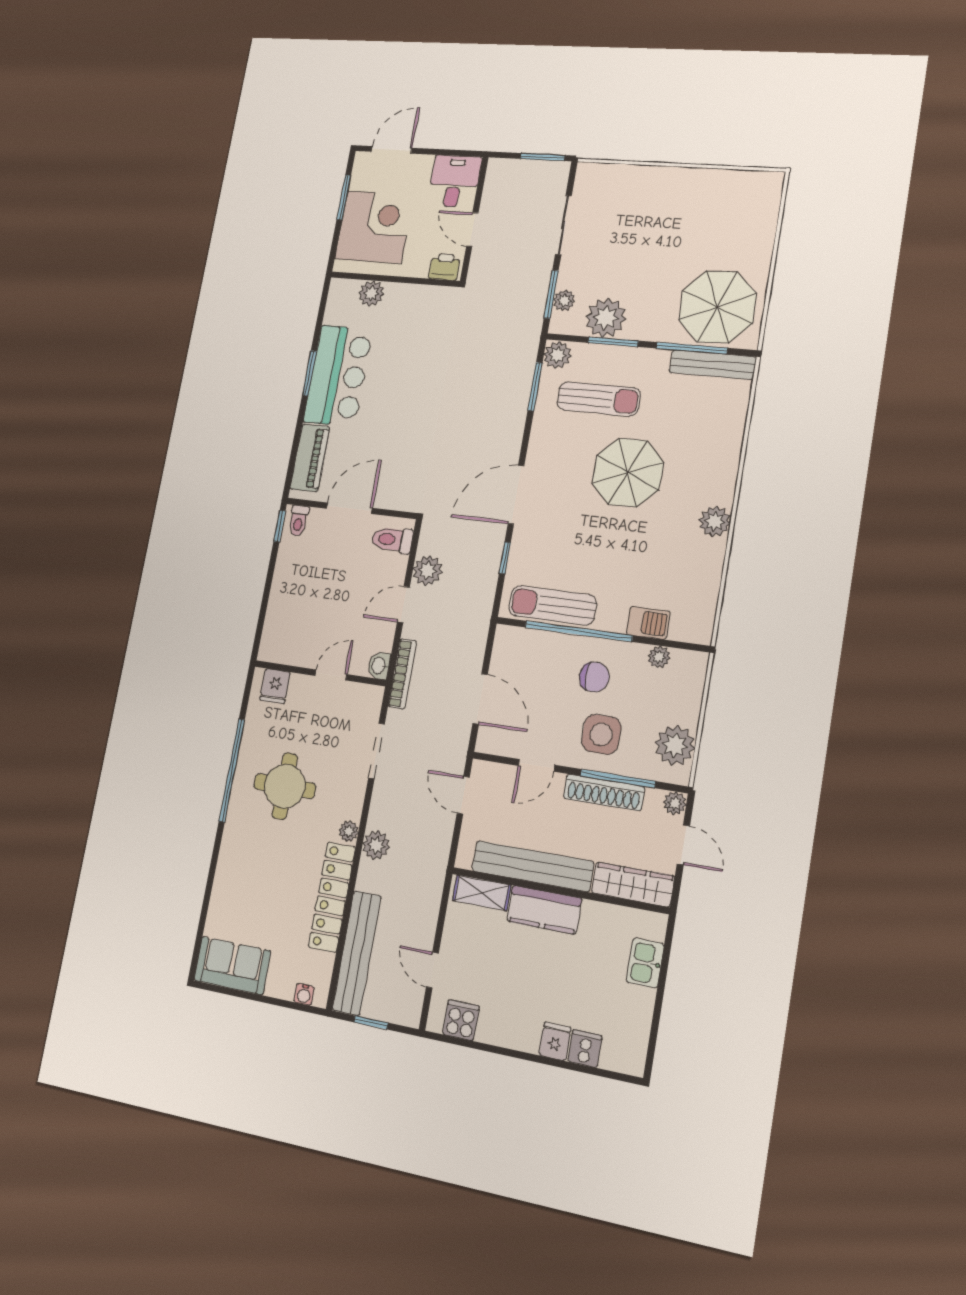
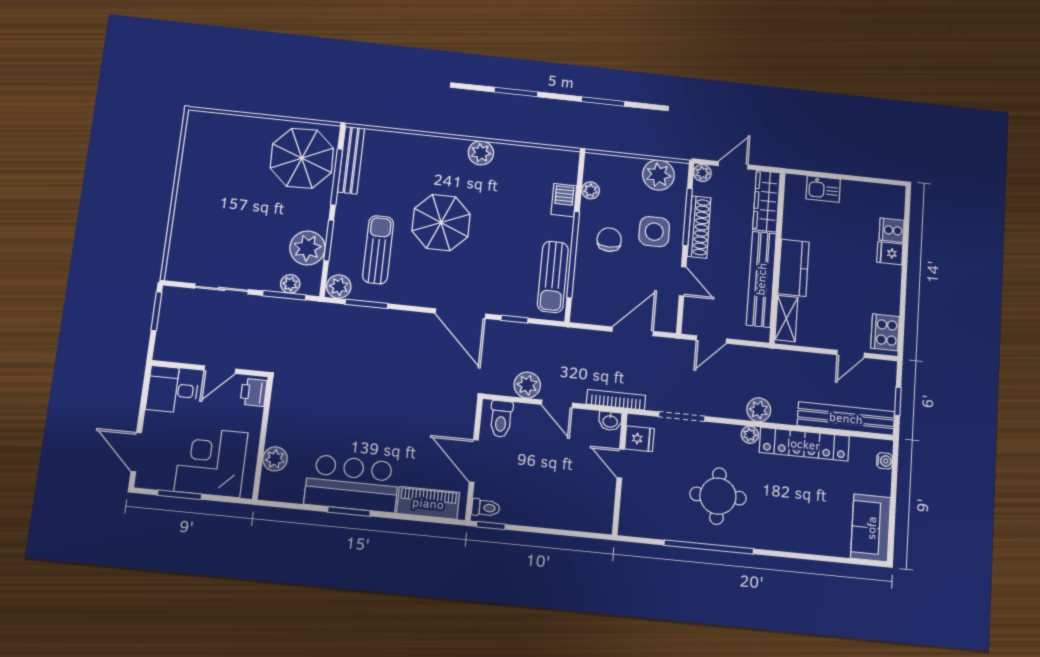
fridge: (275, 686) -> (639, 439), moved
cooker: (461, 1020) -> (885, 332), width x1.36

